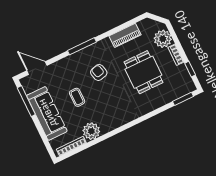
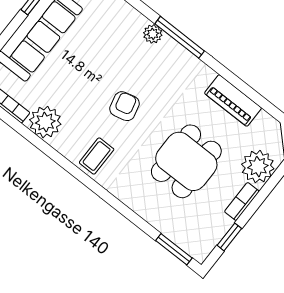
plant: (74, 58) -> (153, 34), added
armchair: (99, 72) -> (125, 106), moved
coffee table: (77, 97) -> (97, 156), moved

